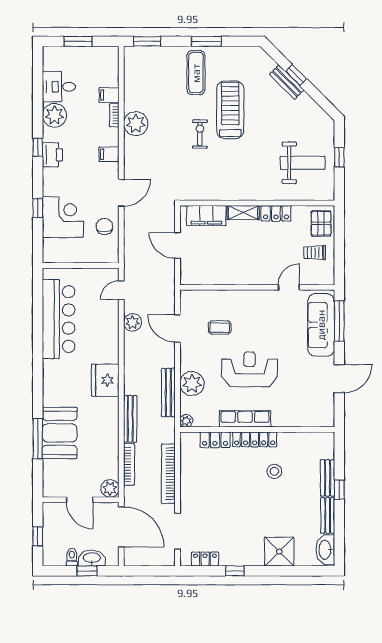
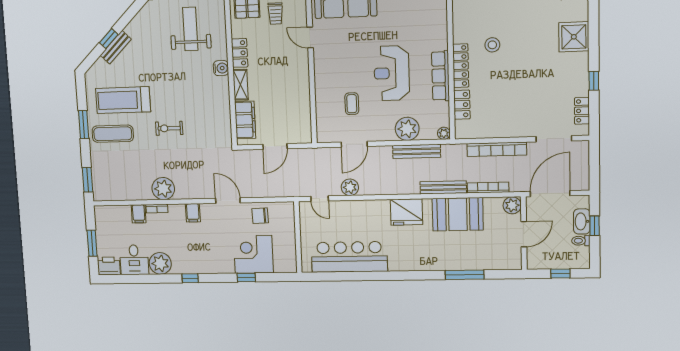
treadmill: (230, 110) -> (123, 100), moved
printer: (52, 155) -> (109, 266), moved
water cooler: (261, 193) -> (221, 68), added
booth: (60, 433) -> (458, 214), moved

